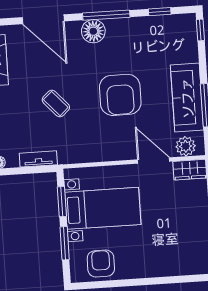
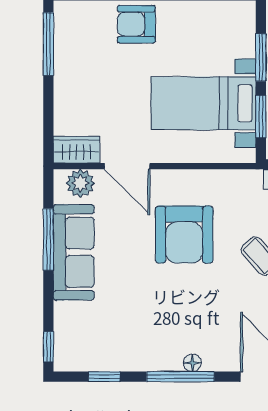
floor lamp: (93, 31) -> (192, 363), width x0.53, depth x0.53
armchair: (120, 95) -> (184, 235), moved, turned 180
armchair: (101, 264) -> (136, 24), moved, turned 90

